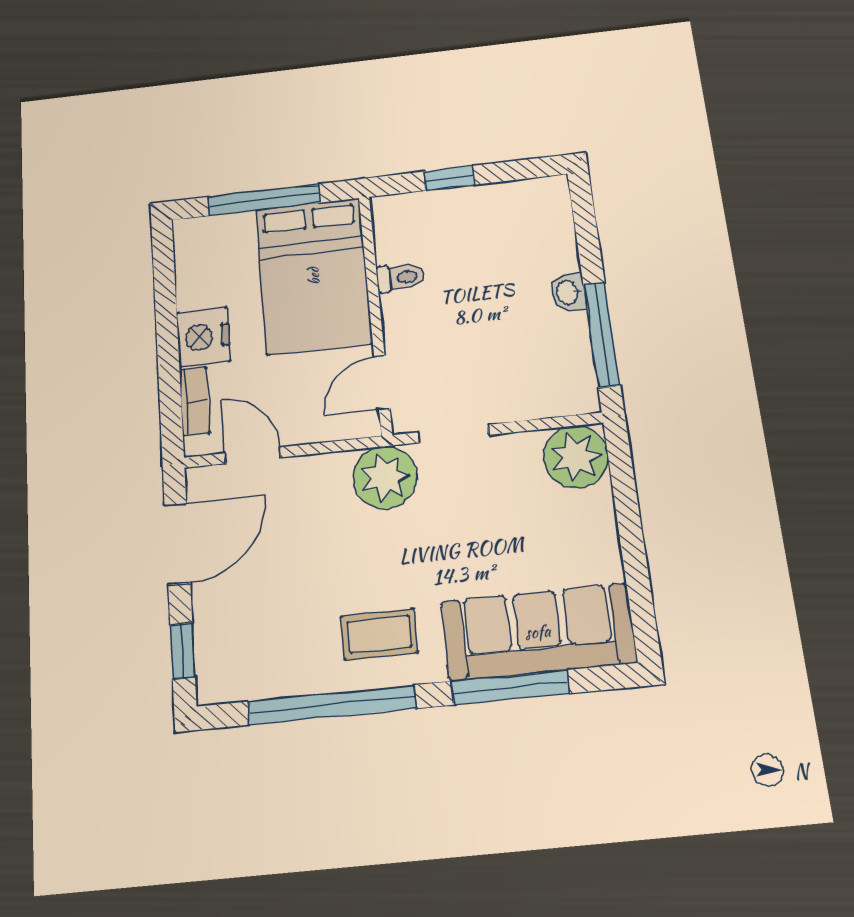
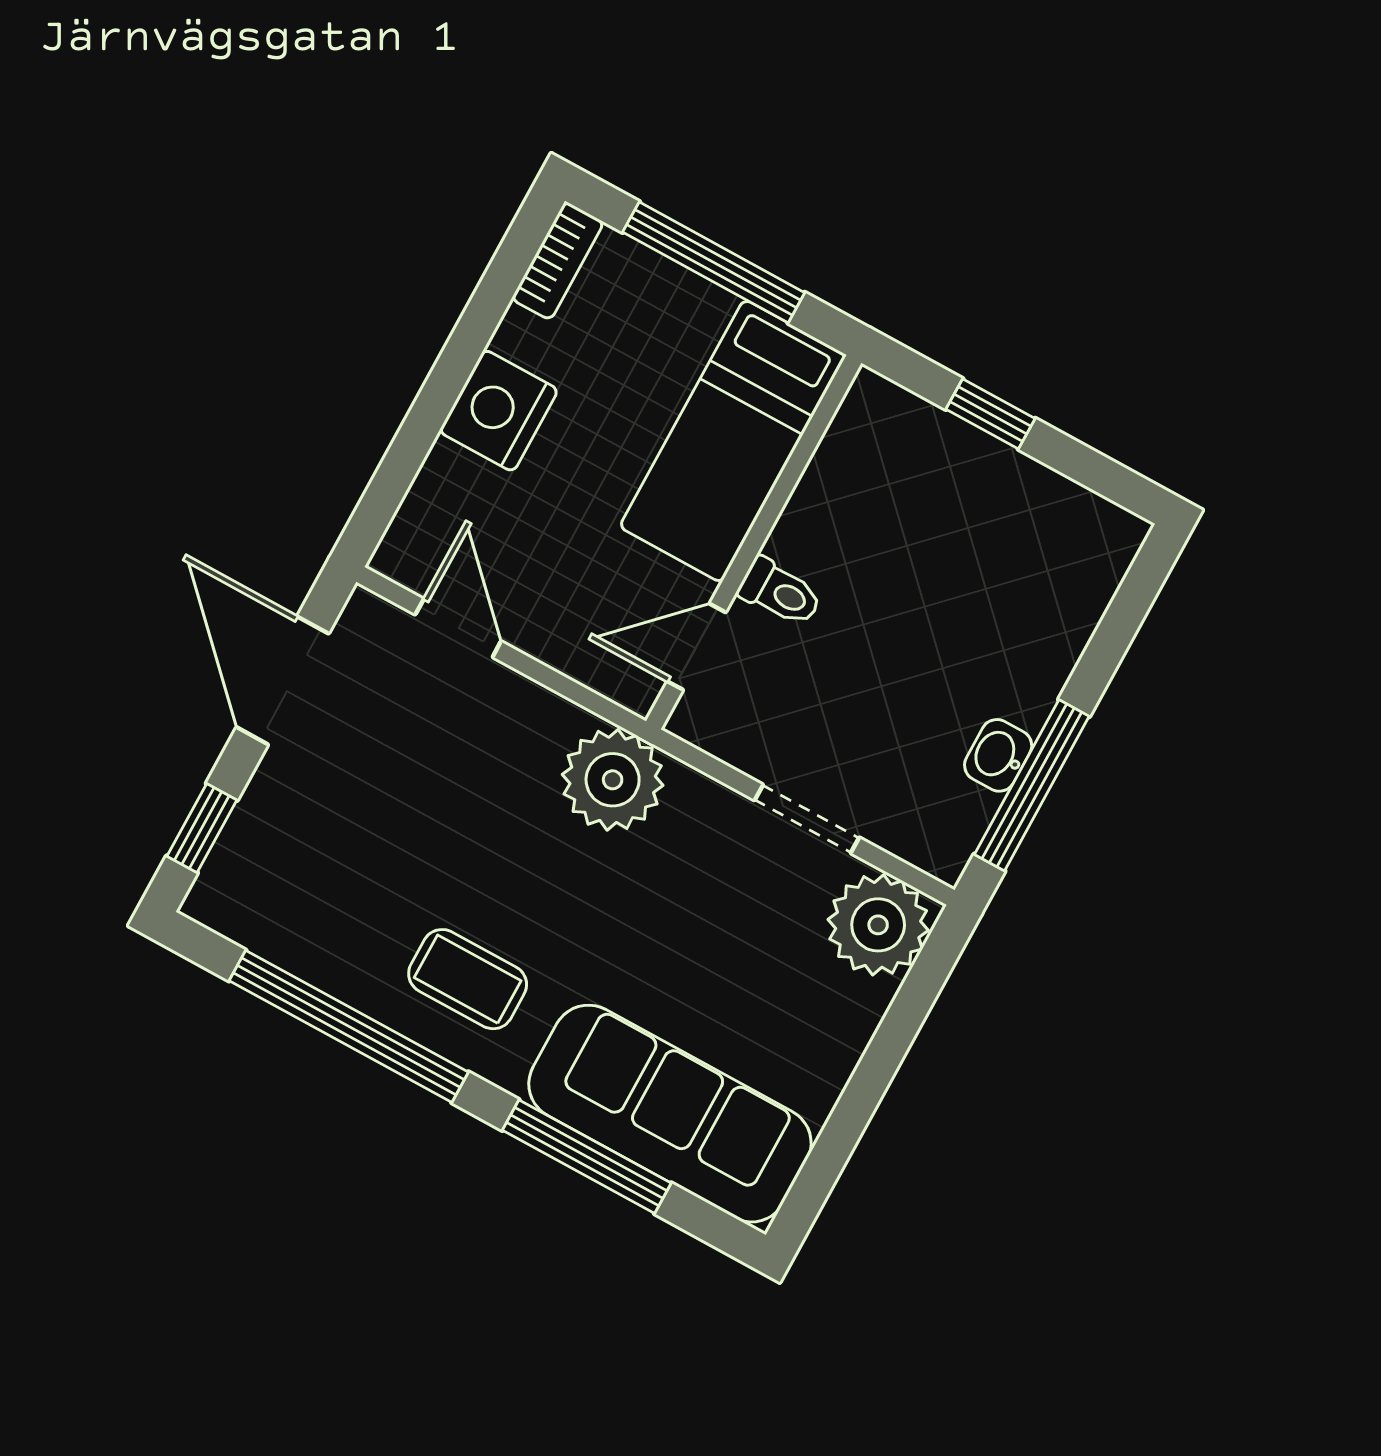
bed: (314, 276) -> (733, 441), width x0.67
toilet: (400, 277) -> (780, 592), moved
washbasin: (568, 292) -> (998, 755), moved
bookcase: (195, 401) -> (558, 261), moved
doorway: (453, 434) -> (807, 819), moved
door: (177, 544) -> (283, 680), swing flipped

